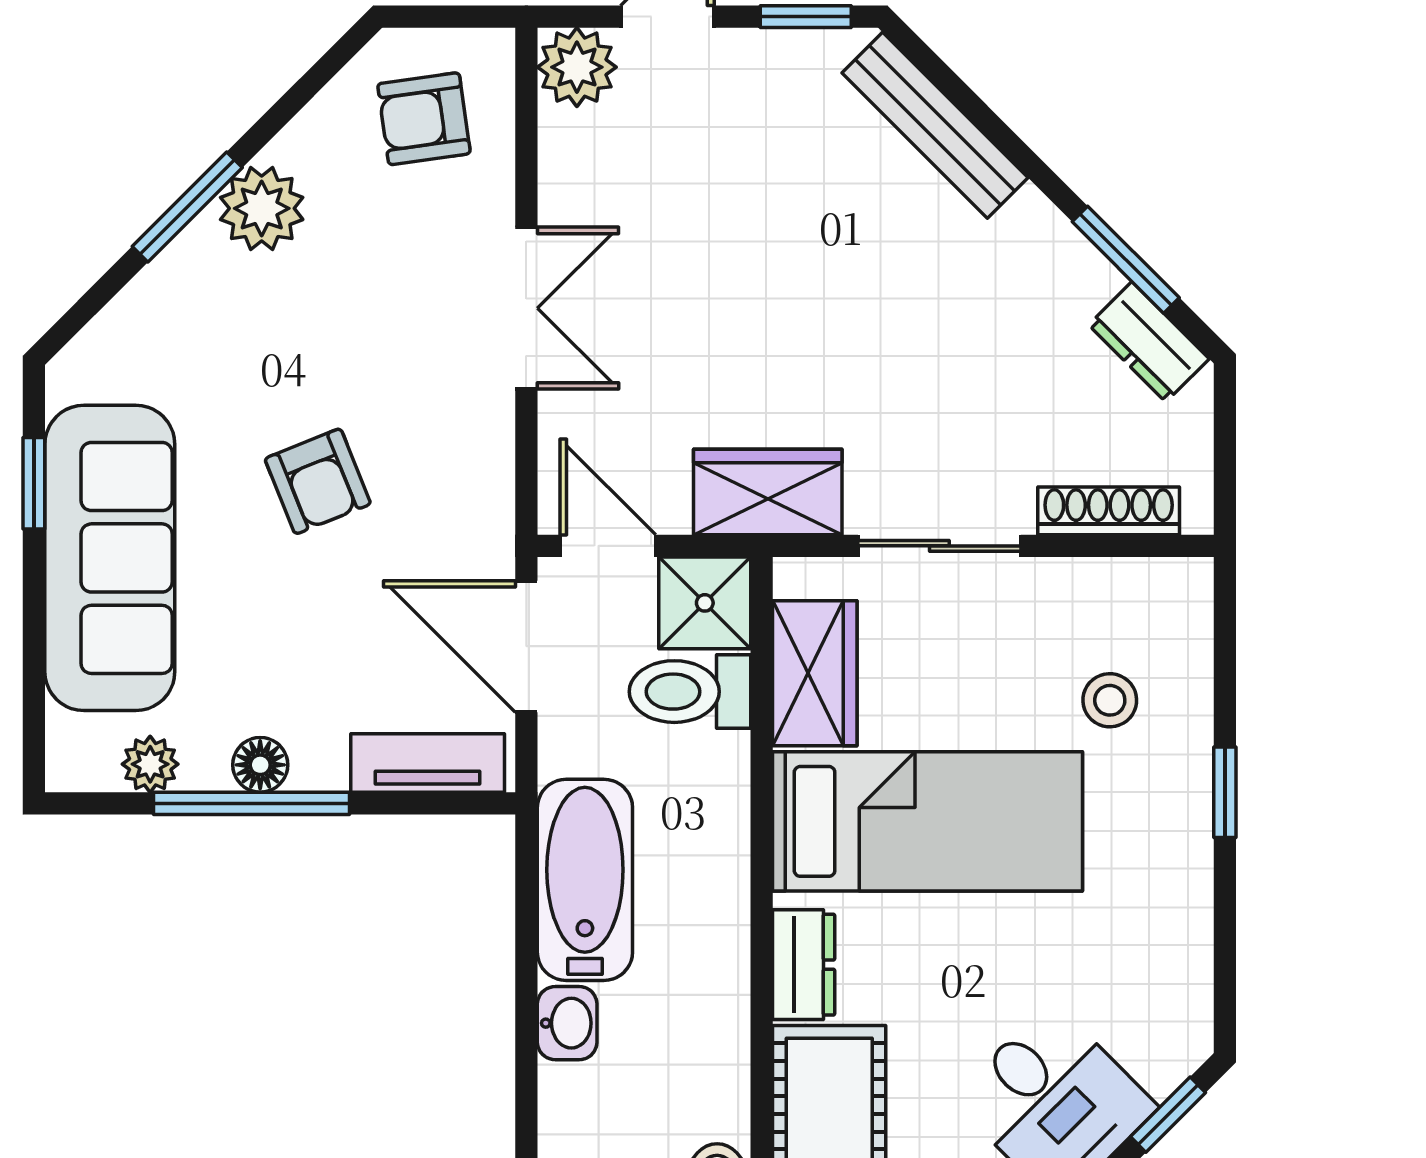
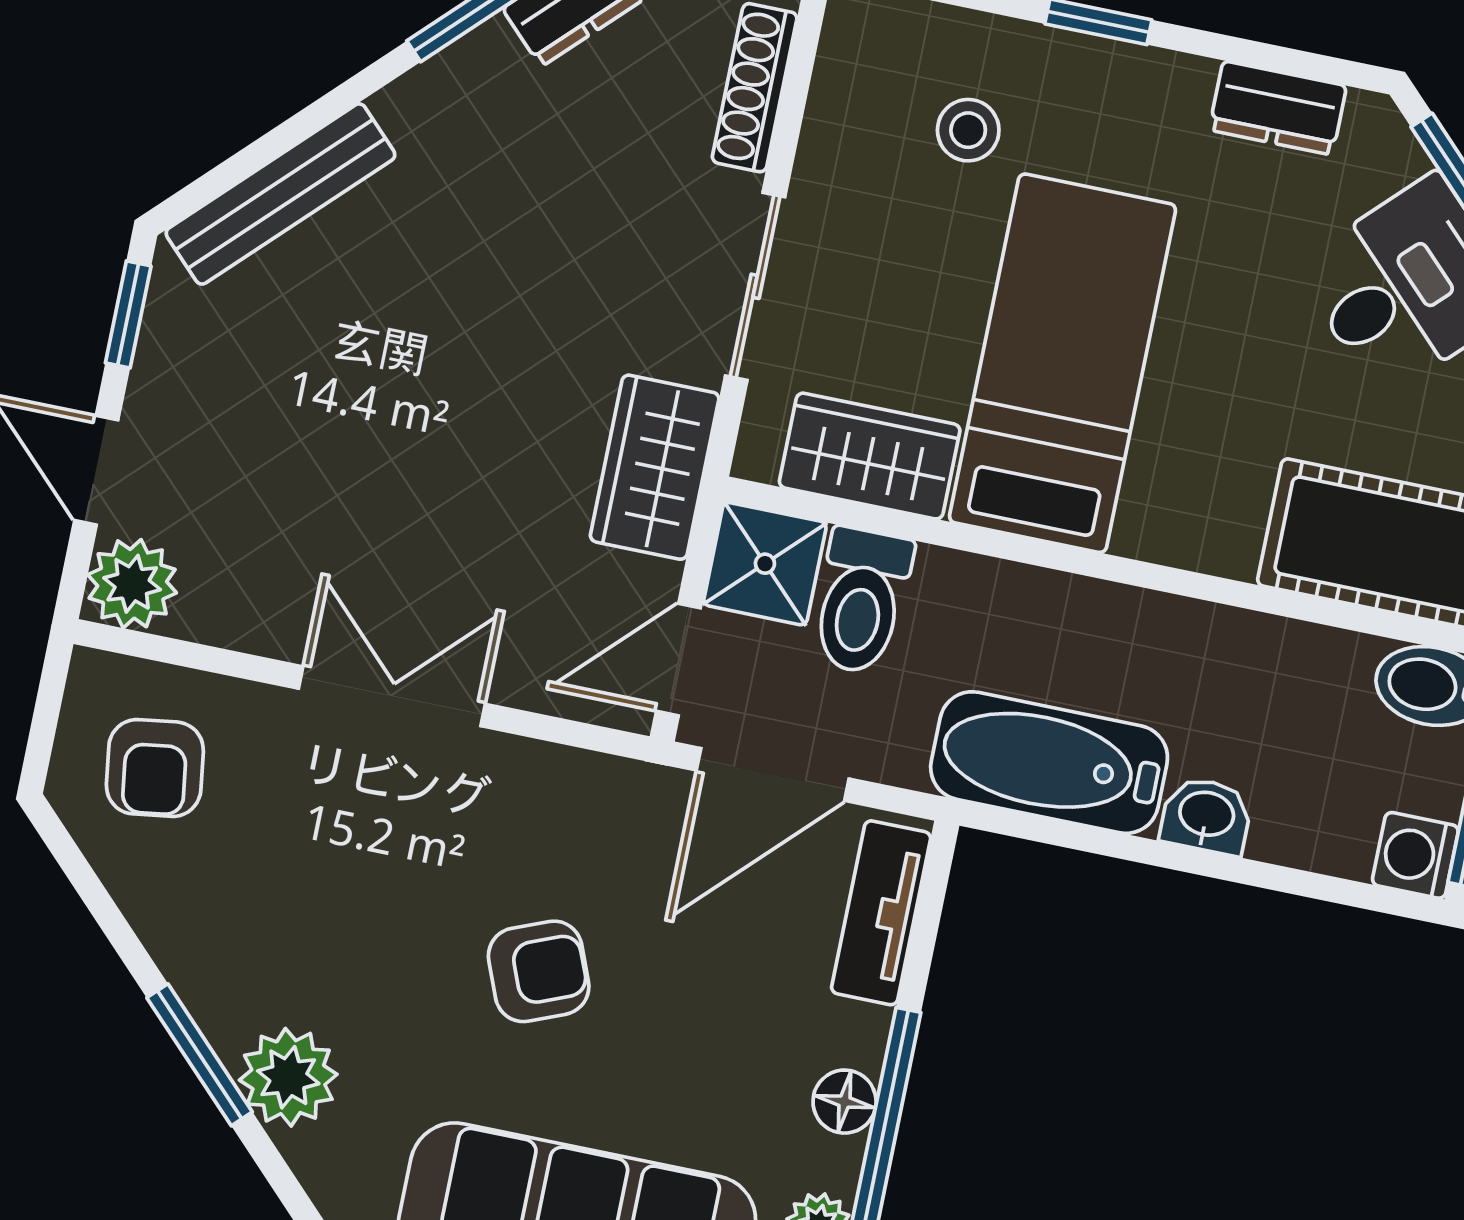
plant: (262, 208) -> (288, 1077), moved
dresser: (804, 965) -> (1278, 108), moved, turned 180

